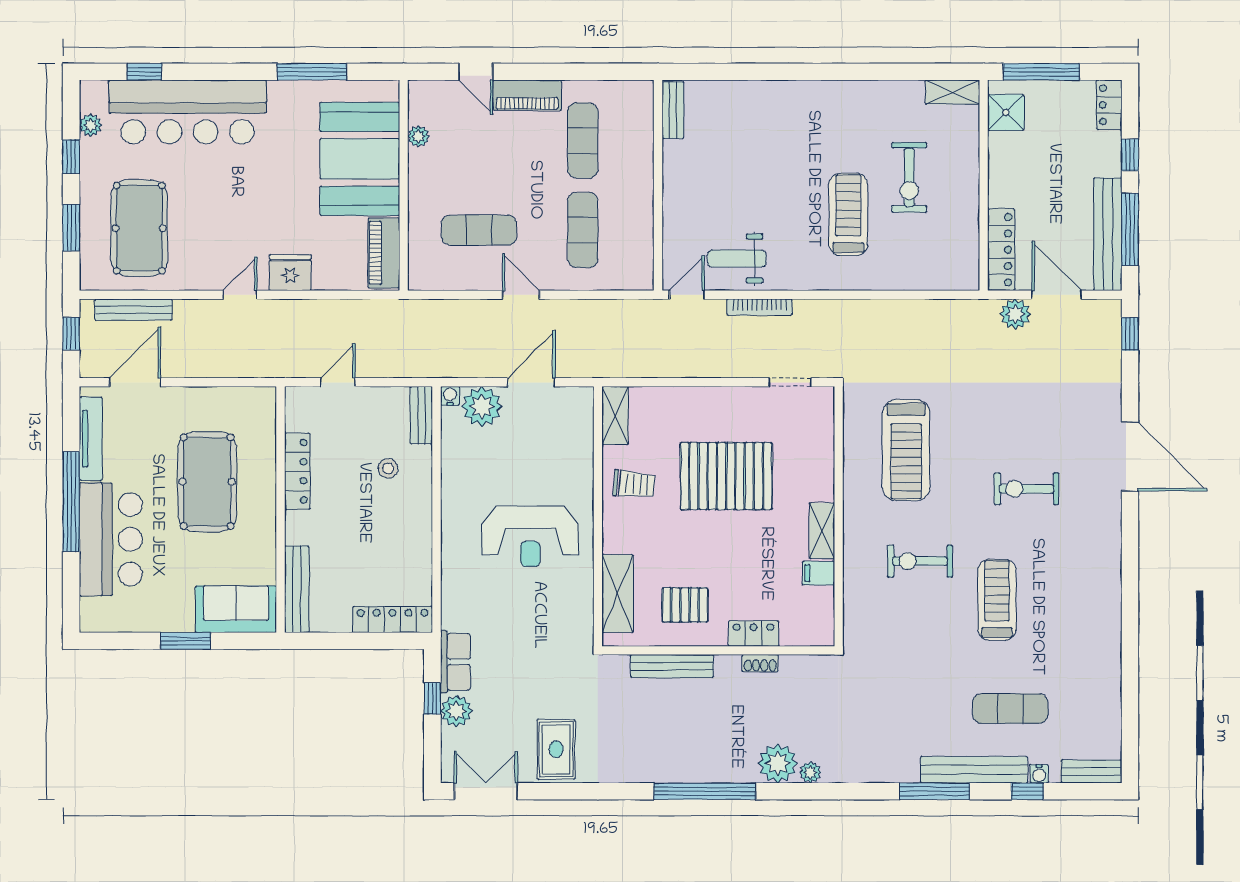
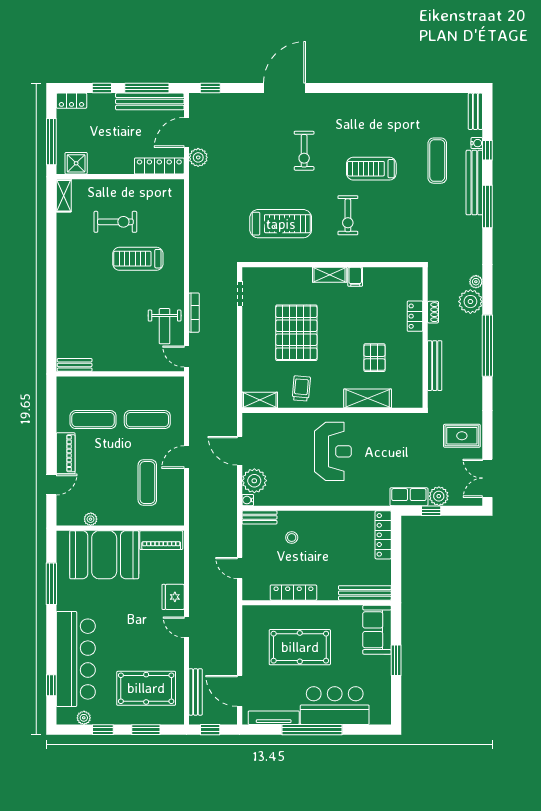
locker: (753, 634) -> (415, 316), moved
wall: (718, 650) -> (425, 338), moved
shoe rack: (760, 663) -> (433, 312), moved
bench: (672, 666) -> (435, 366), moved

